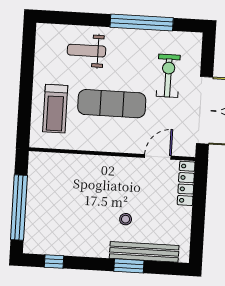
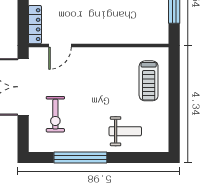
exercise mat: (112, 104) -> (101, 88), removed
treadmill: (55, 109) -> (149, 81), turned 180

